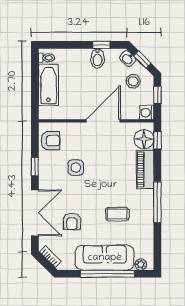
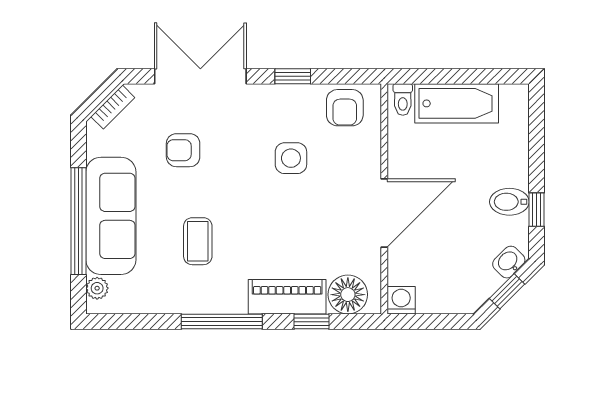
toilet: (46, 58) -> (403, 100), moved
stool: (133, 81) -> (464, 273), removed
window: (157, 95) -> (436, 322), removed
door: (103, 121) -> (384, 213), hinge flipped
window: (157, 140) -> (312, 322), moved
double door: (35, 213) -> (200, 76), swing flipped

